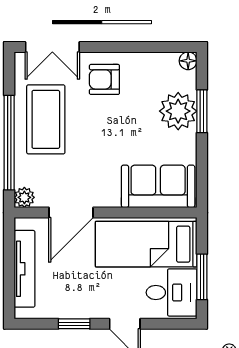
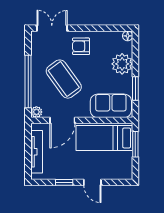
double door: (52, 47) -> (52, 28), swing flipped
window: (202, 111) -> (135, 88), moved
coffee table: (46, 119) -> (64, 79), moved, turned -36
window: (202, 277) -> (135, 144), moved
desk: (172, 292) -> (118, 165), removed

